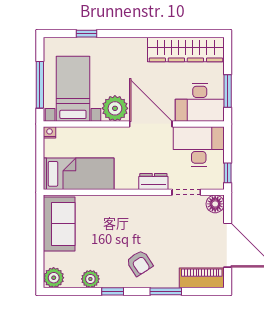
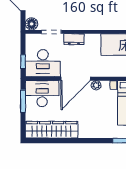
plant: (115, 108) -> (96, 85), width x0.53, depth x0.53
door: (151, 124) -> (76, 79), hinge flipped
window: (228, 173) -> (23, 62), moved

